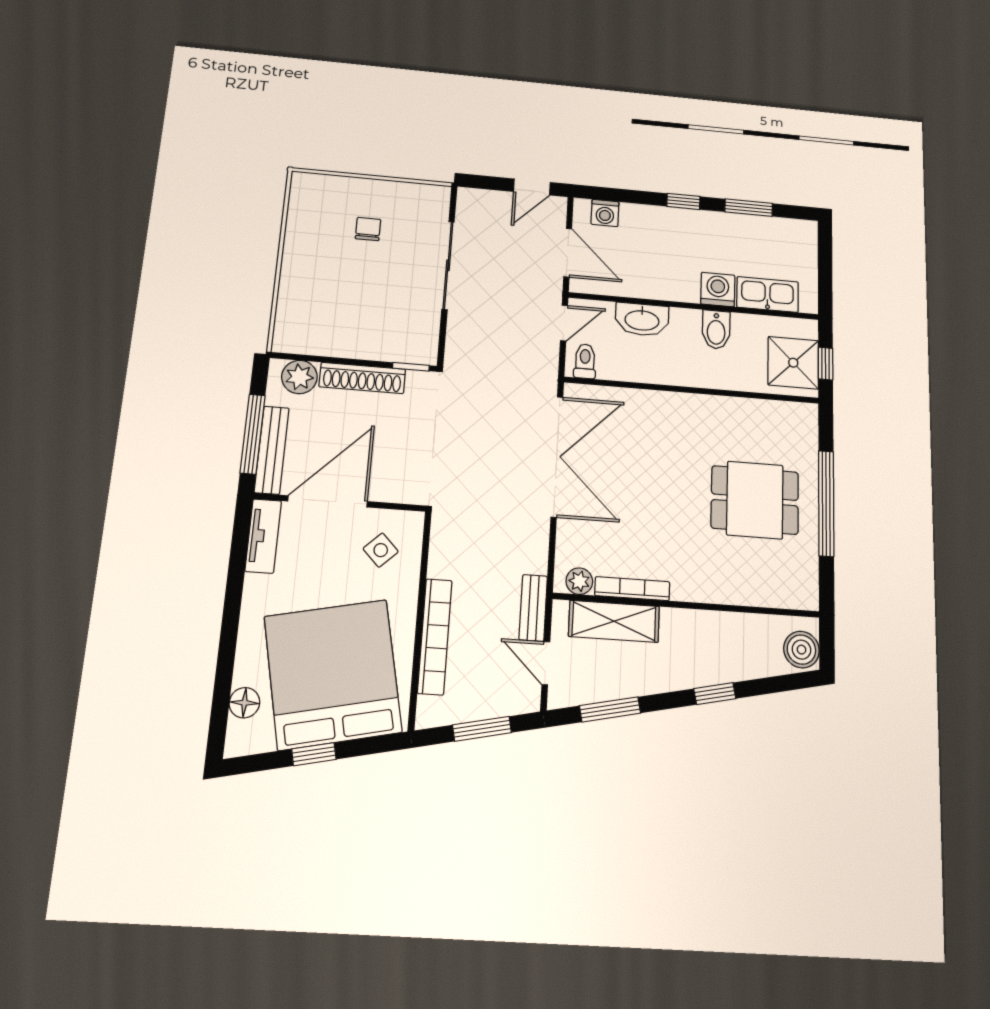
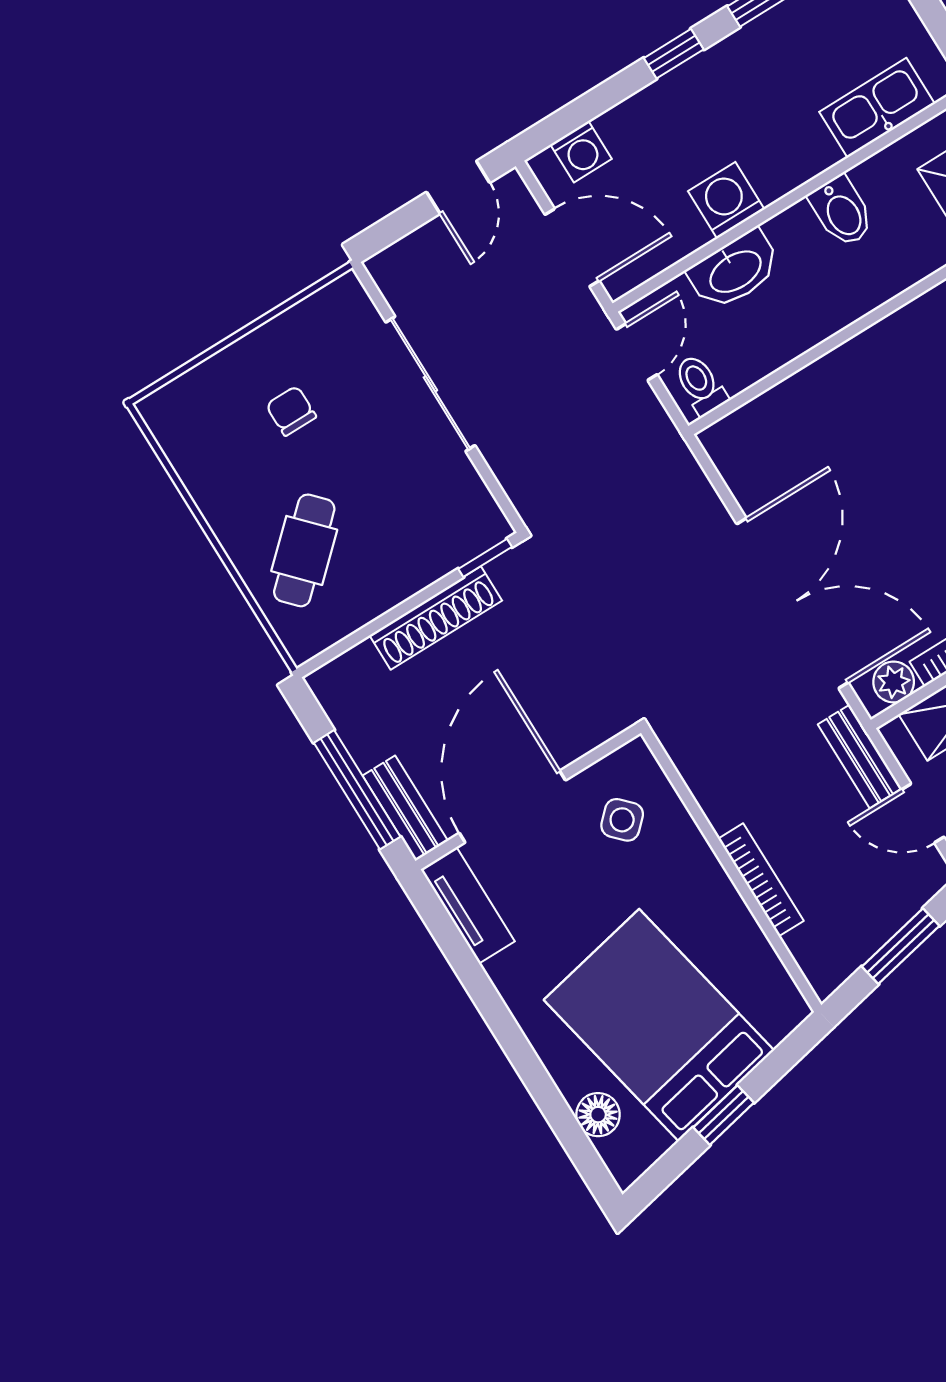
washing machine: (718, 290) -> (726, 200), moved
cafe table: (321, 298) -> (304, 550), added
plant: (299, 377) -> (357, 675), removed
bench: (272, 450) -> (405, 808), width x0.73
double door: (557, 456) -> (793, 603), moved
bookcase: (435, 636) -> (761, 880), width x0.68, depth x0.76
bed: (333, 674) -> (659, 1025), width x0.73

